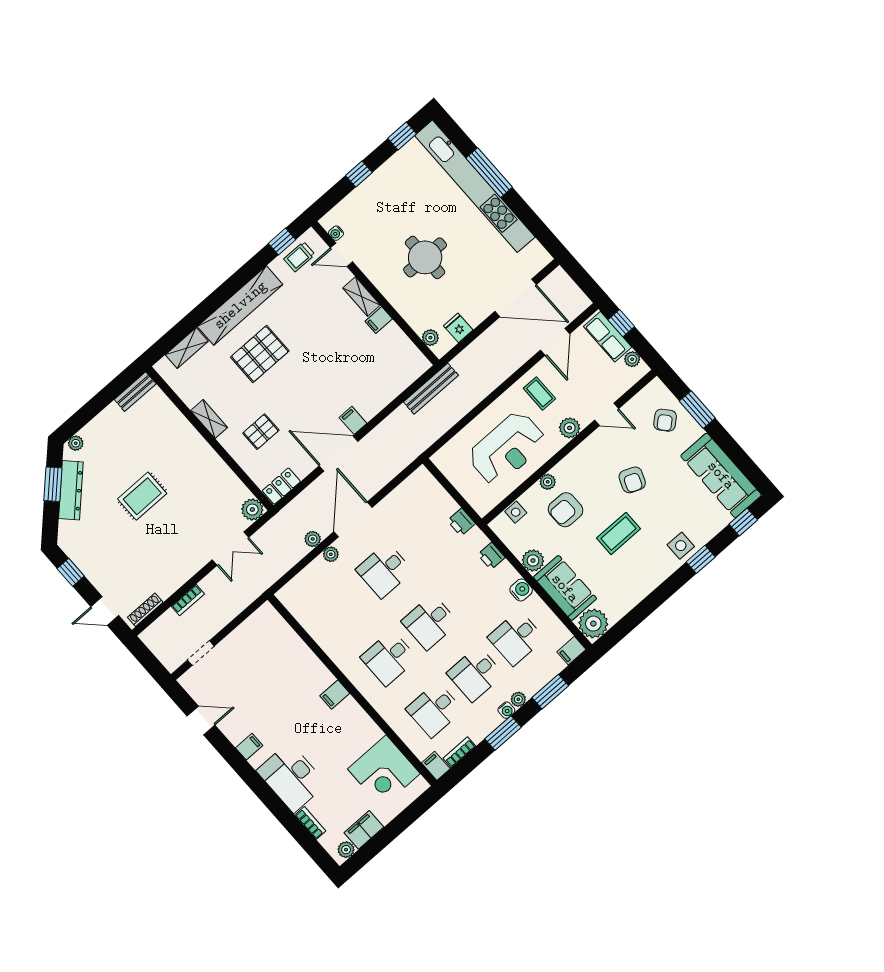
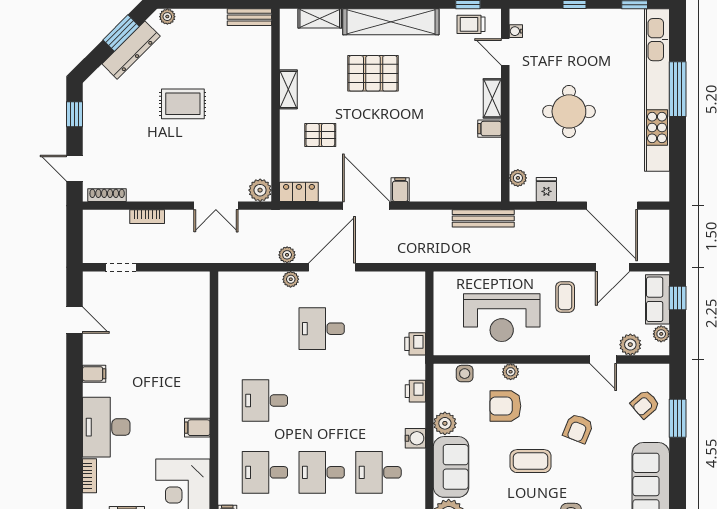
plant: (570, 428) -> (630, 345), moved
desk: (430, 622) -> (322, 401), removed
filing cabinet: (335, 695) -> (197, 428), moved

